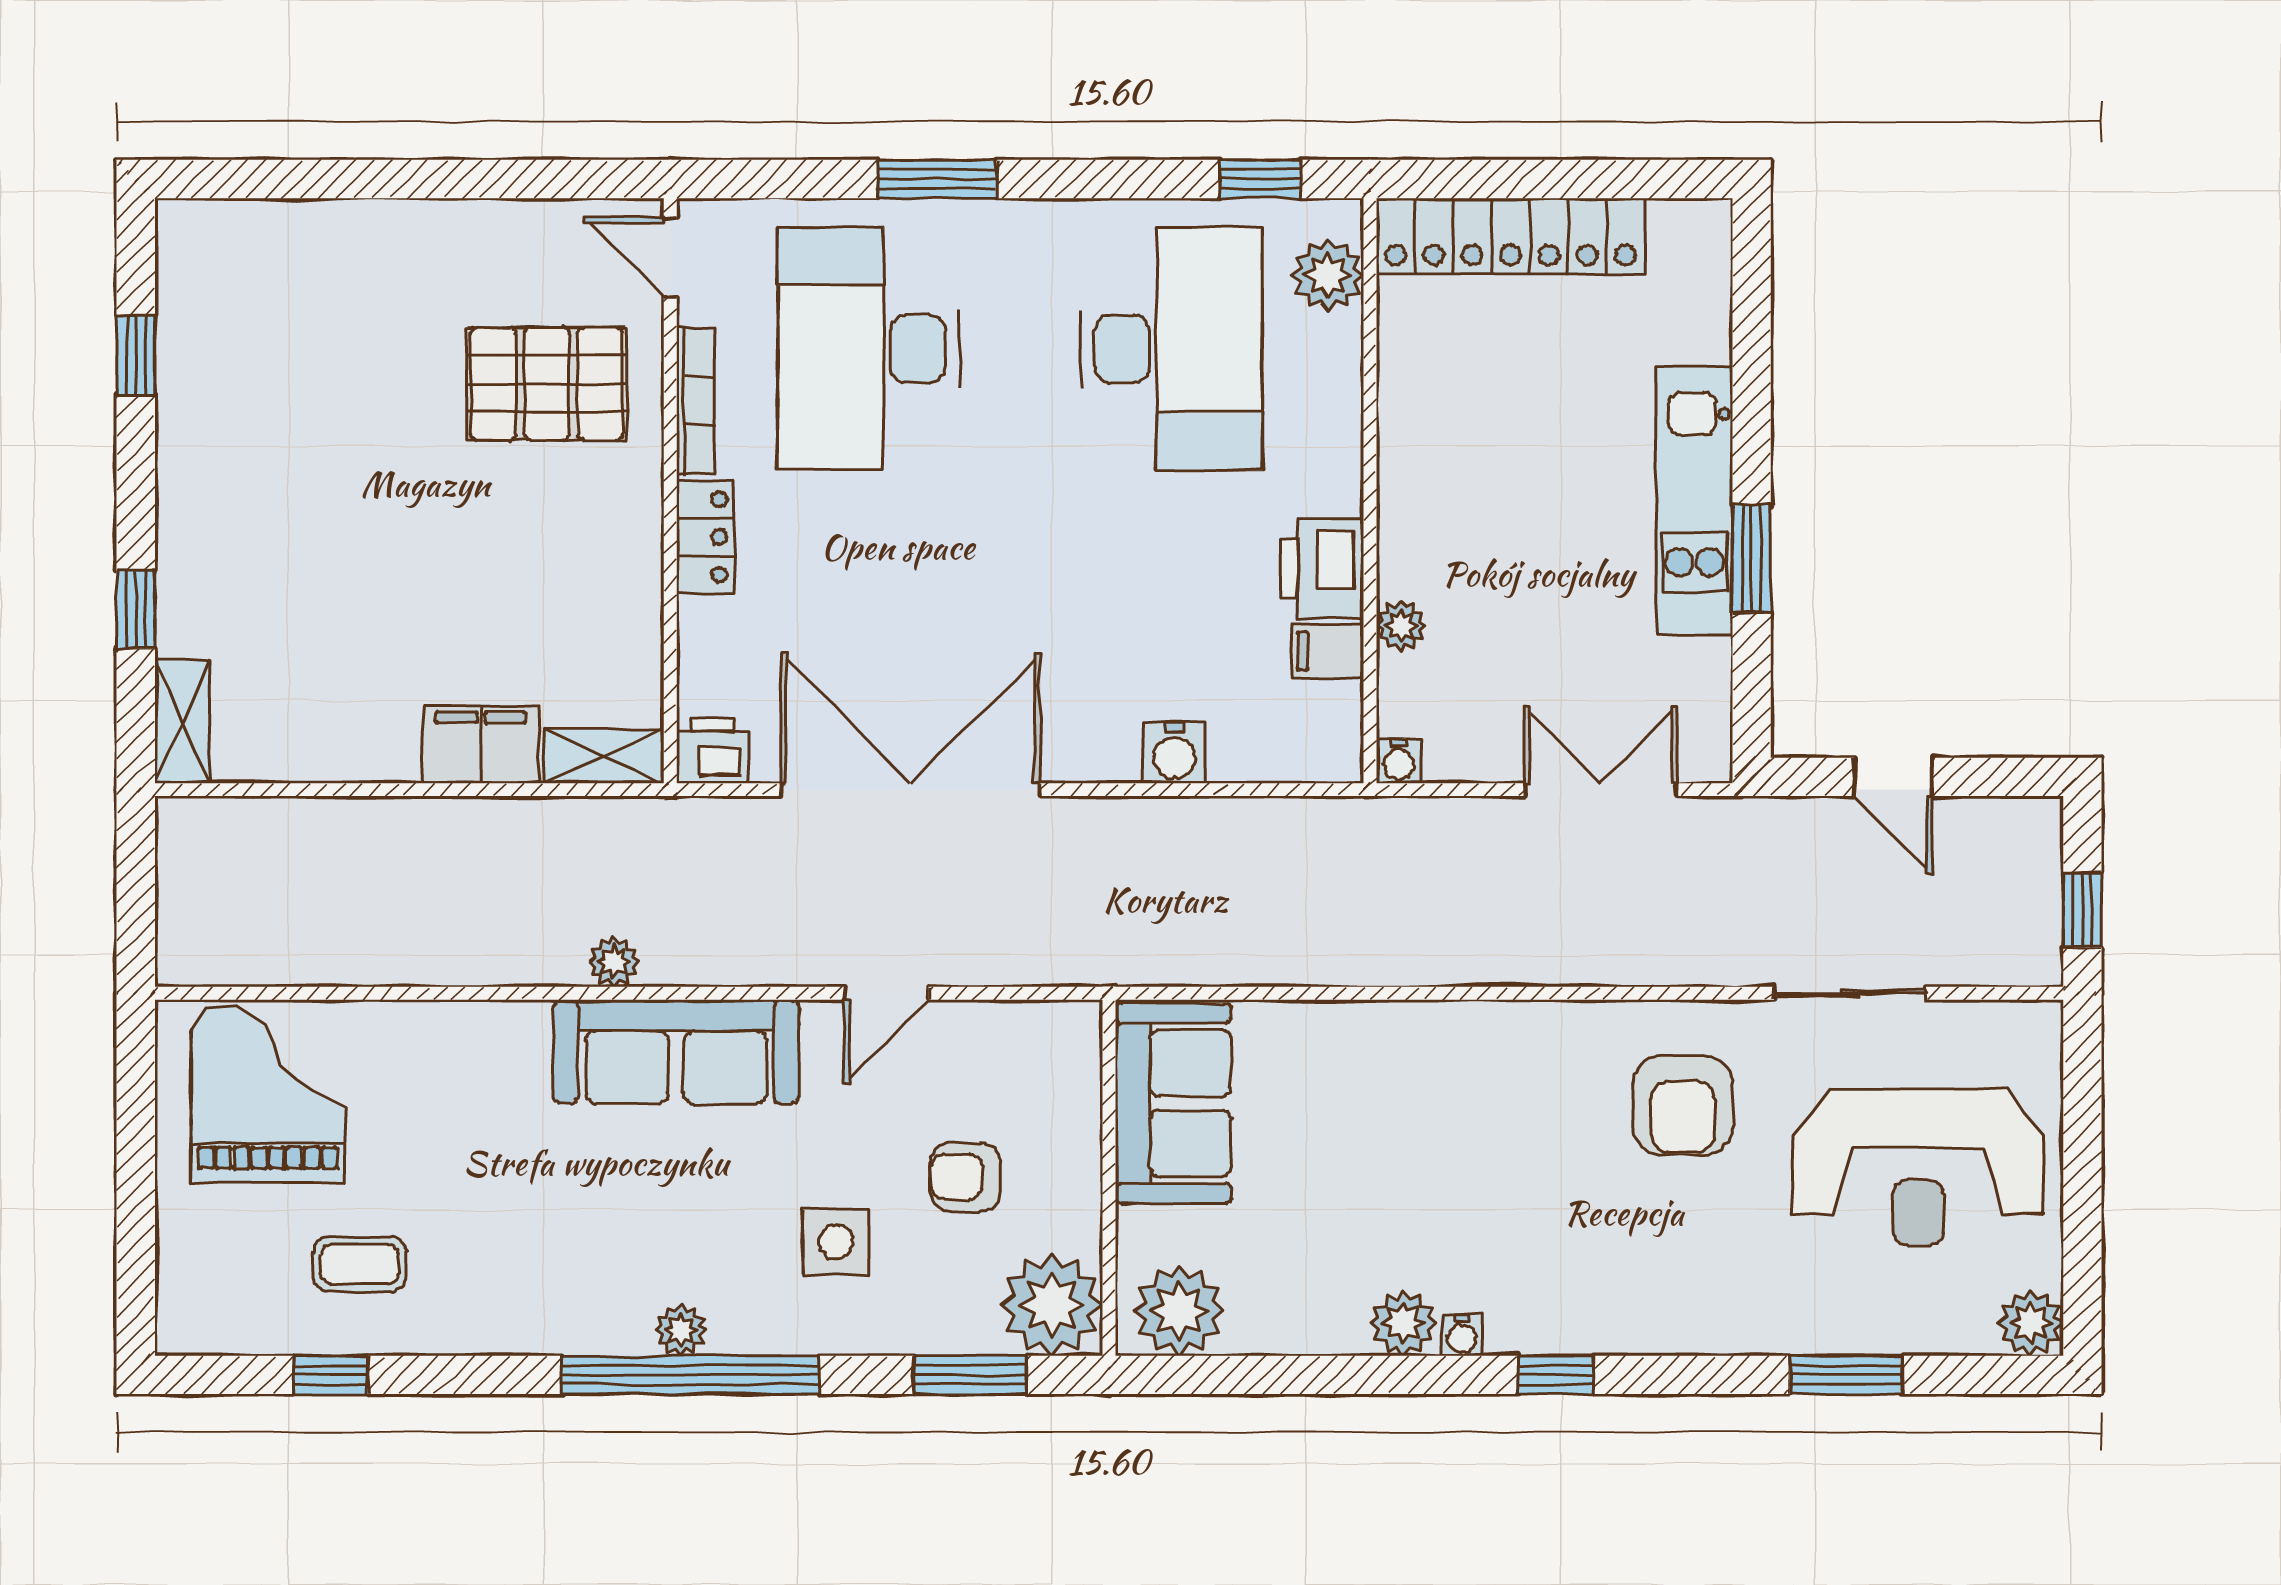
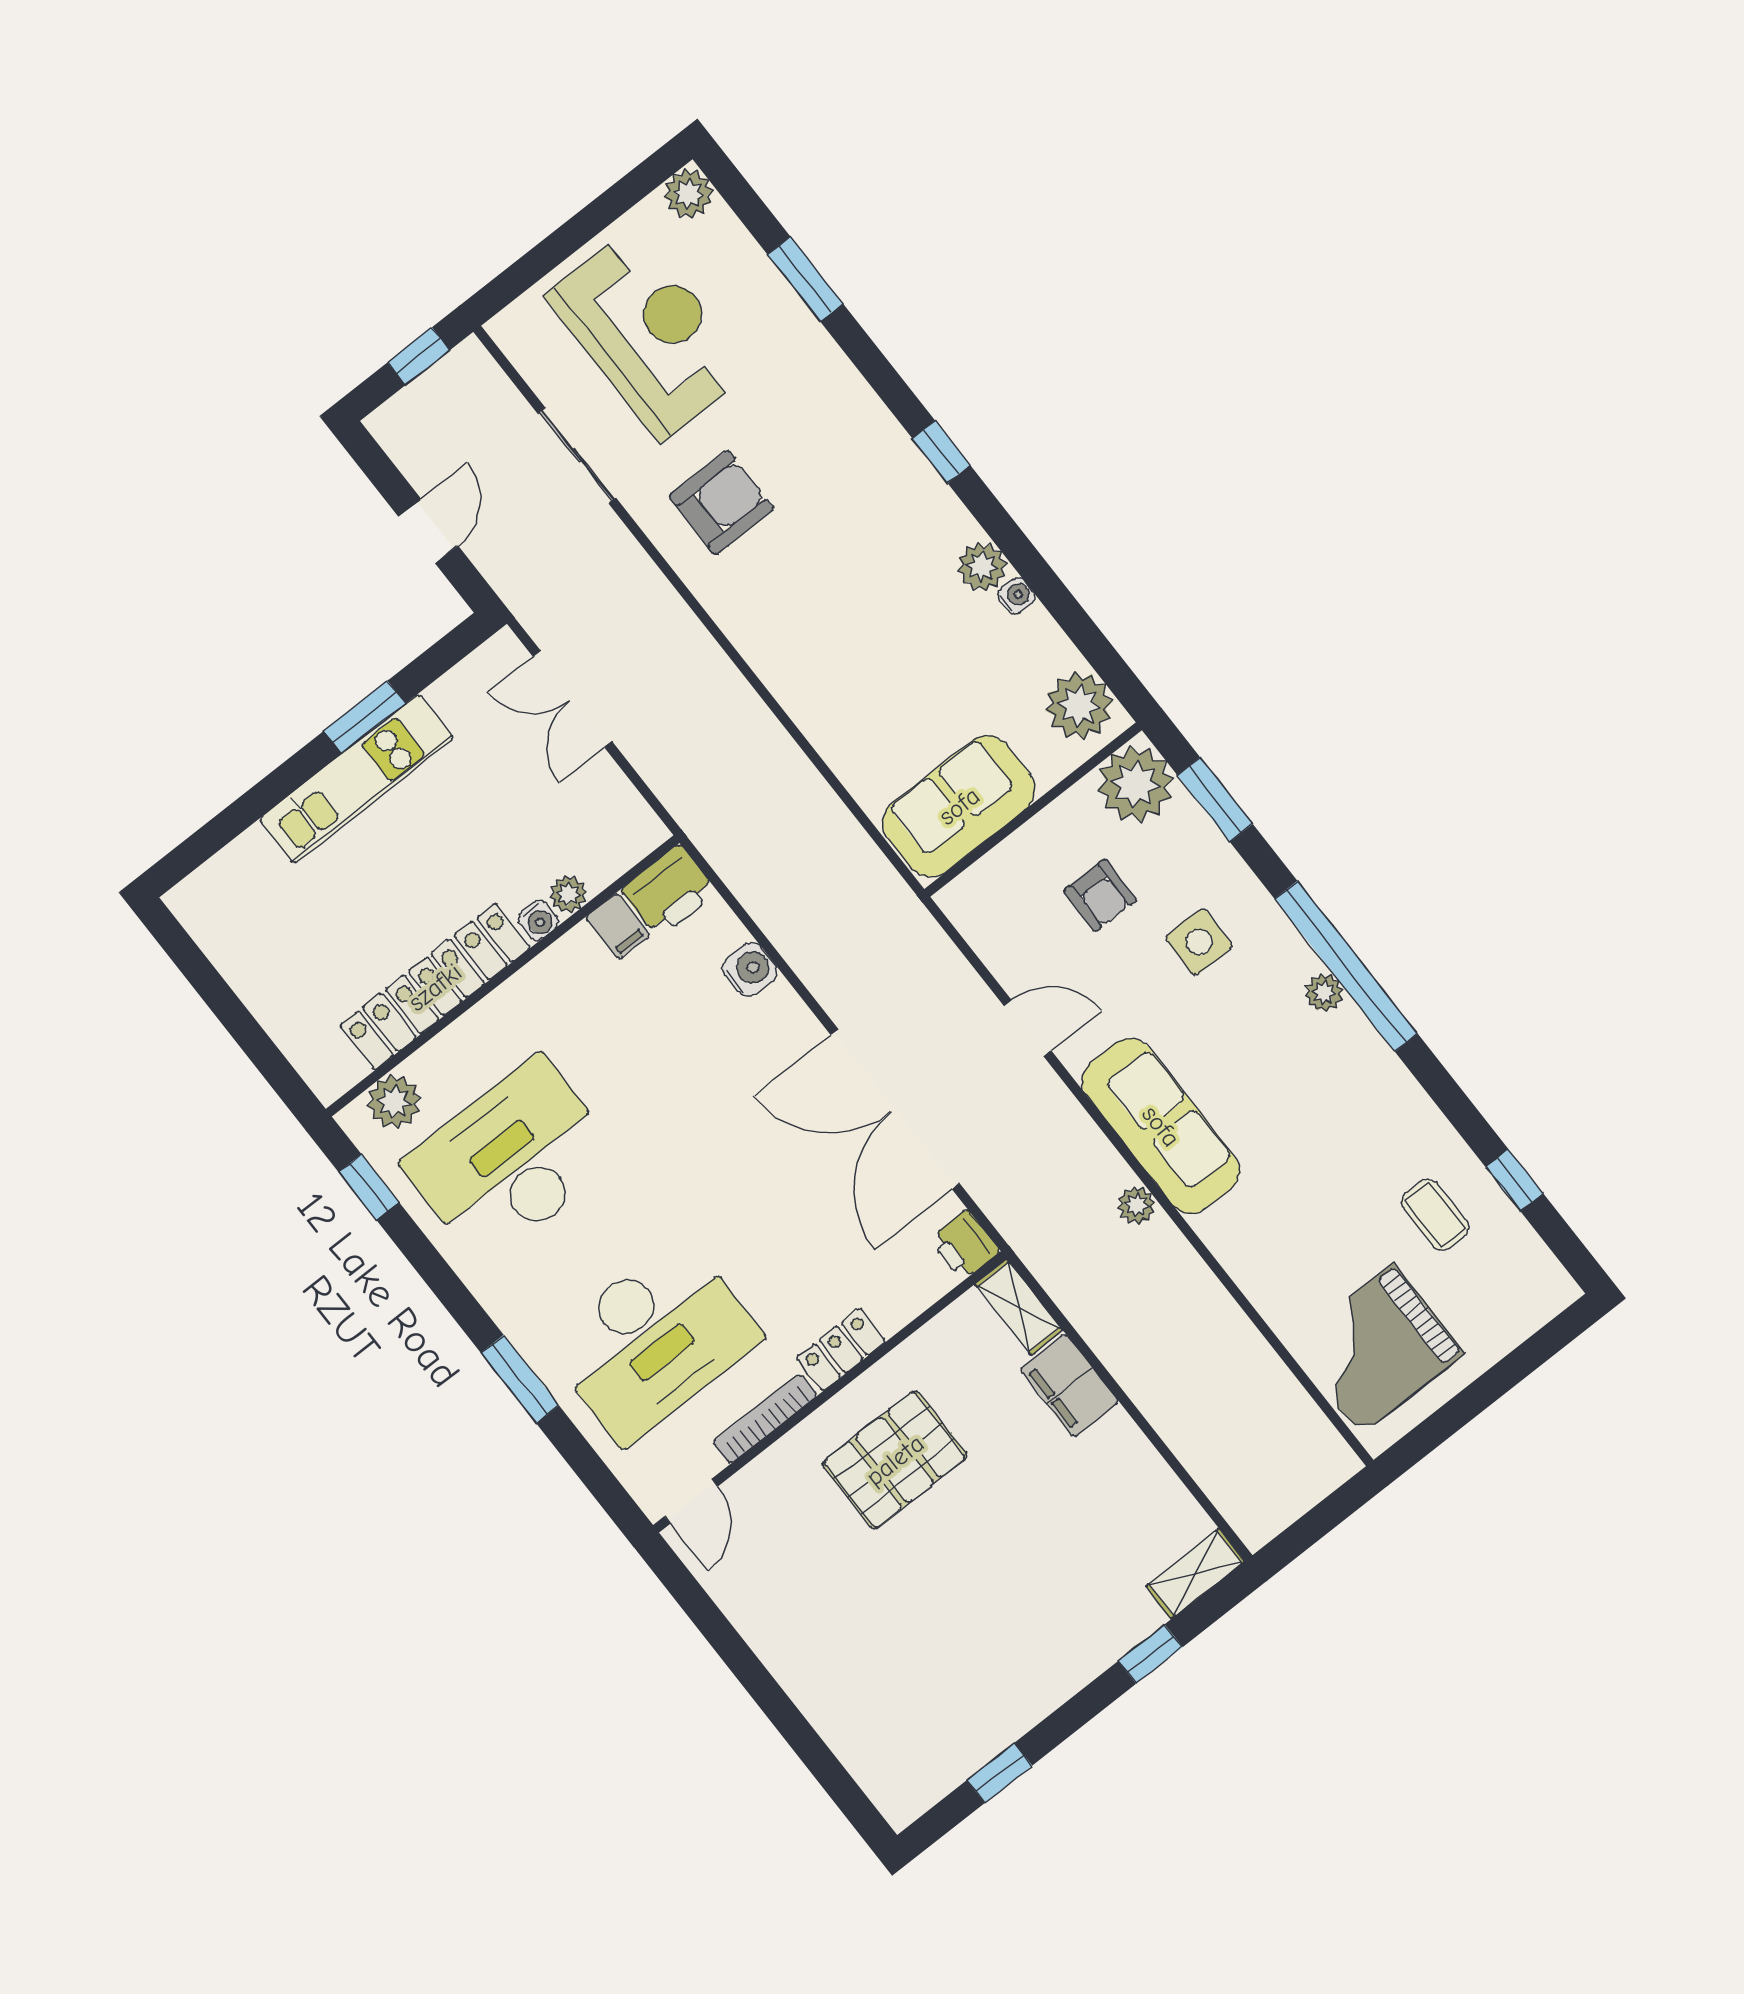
locker: (1511, 236) -> (435, 987), moved, turned -90
pallet: (547, 384) -> (895, 1460), moved, turned 90
printer: (1322, 569) -> (669, 891), moved
water cooler: (1399, 761) -> (538, 920), moved, turned 90
water cooler: (1462, 1335) -> (1016, 596), moved

